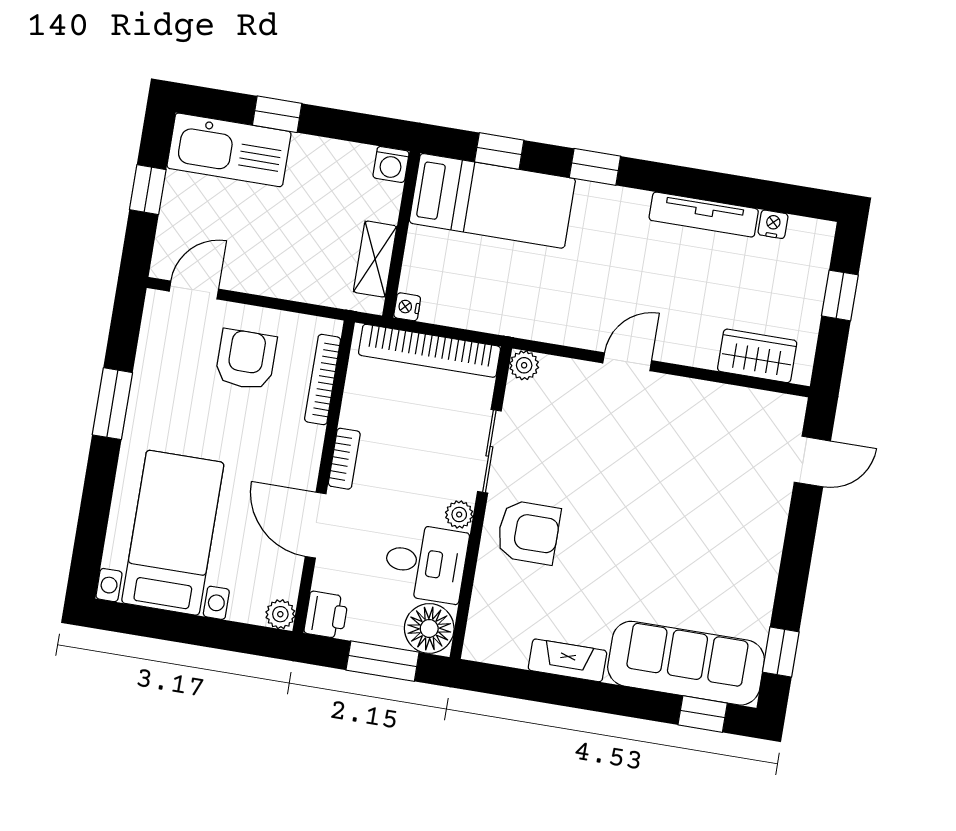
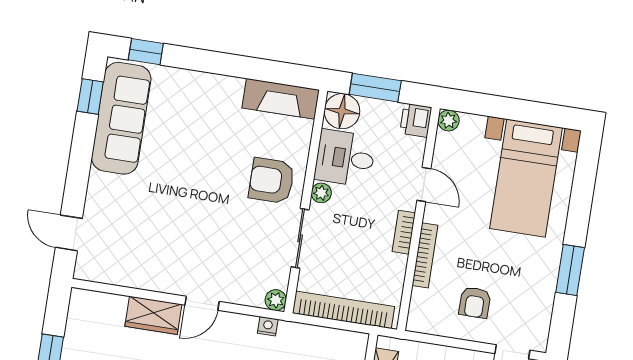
nightstand: (407, 307) -> (268, 326), moved, turned -90
wardrobe: (757, 356) -> (153, 315), moved
armchair: (246, 359) -> (475, 302), width x0.72, depth x0.72
bookcase: (323, 380) -> (425, 255), moved
door: (812, 462) -> (69, 233), hinge flipped
door: (316, 525) -> (424, 184), width x0.73
fireplace: (567, 660) -> (281, 99), moved, width x1.37, depth x1.32
sofa: (686, 663) -> (121, 118), moved, turned -90

